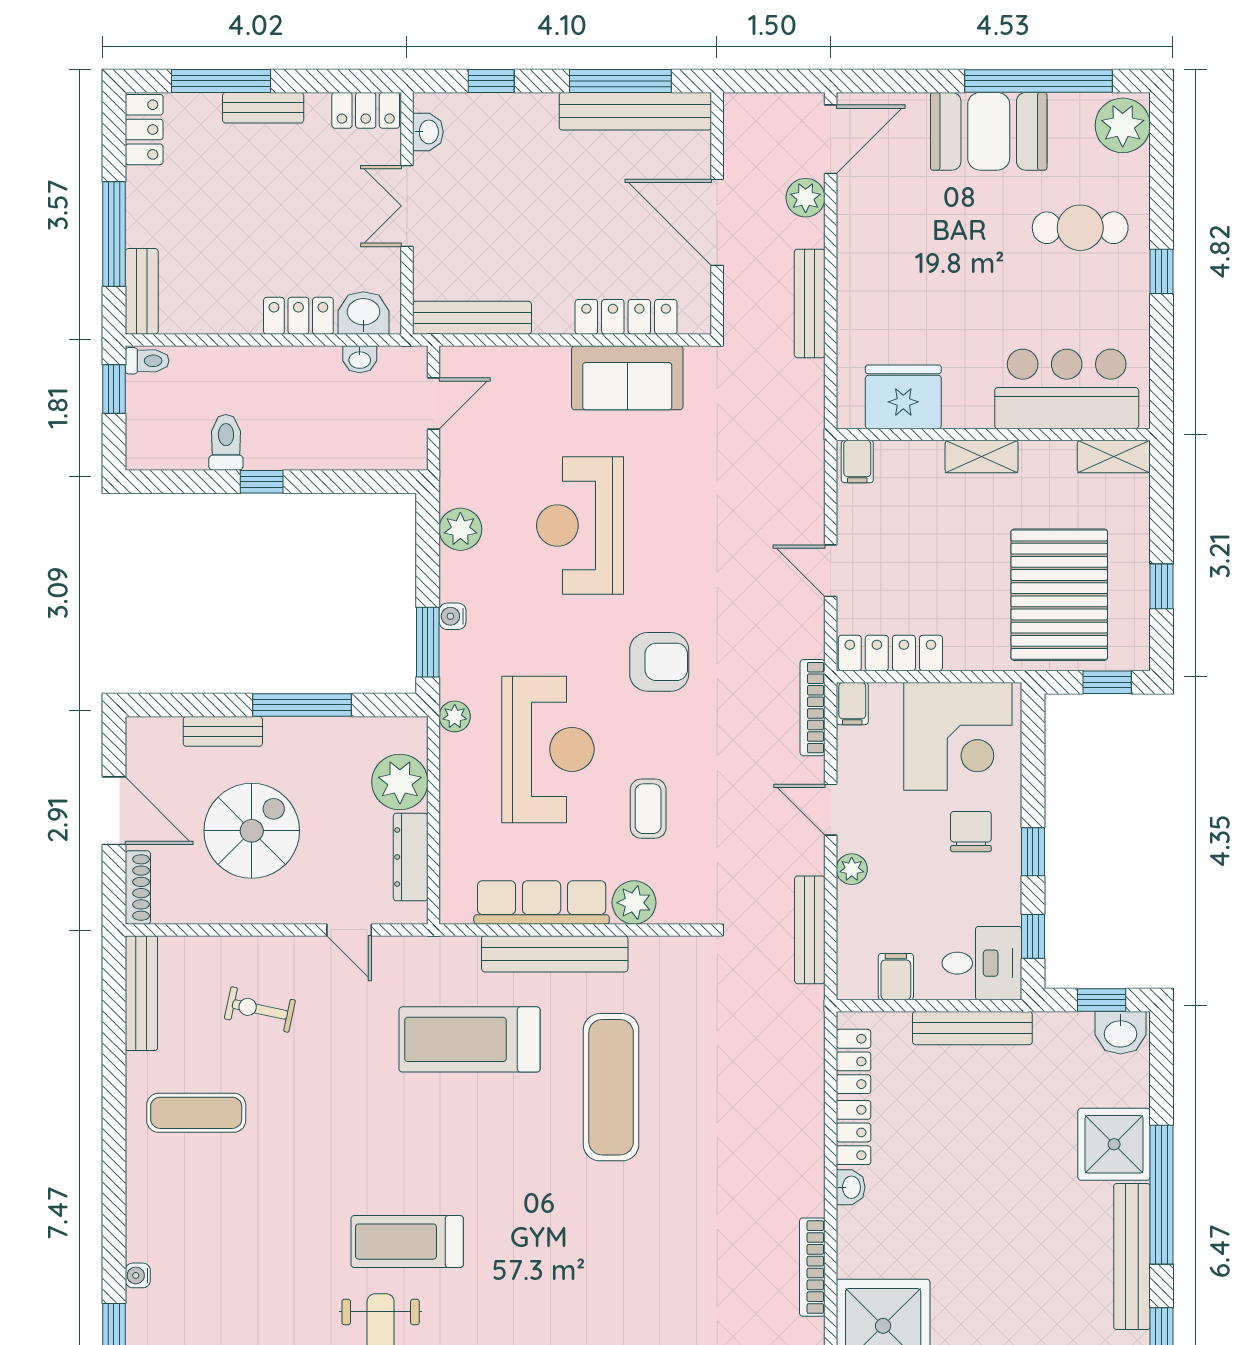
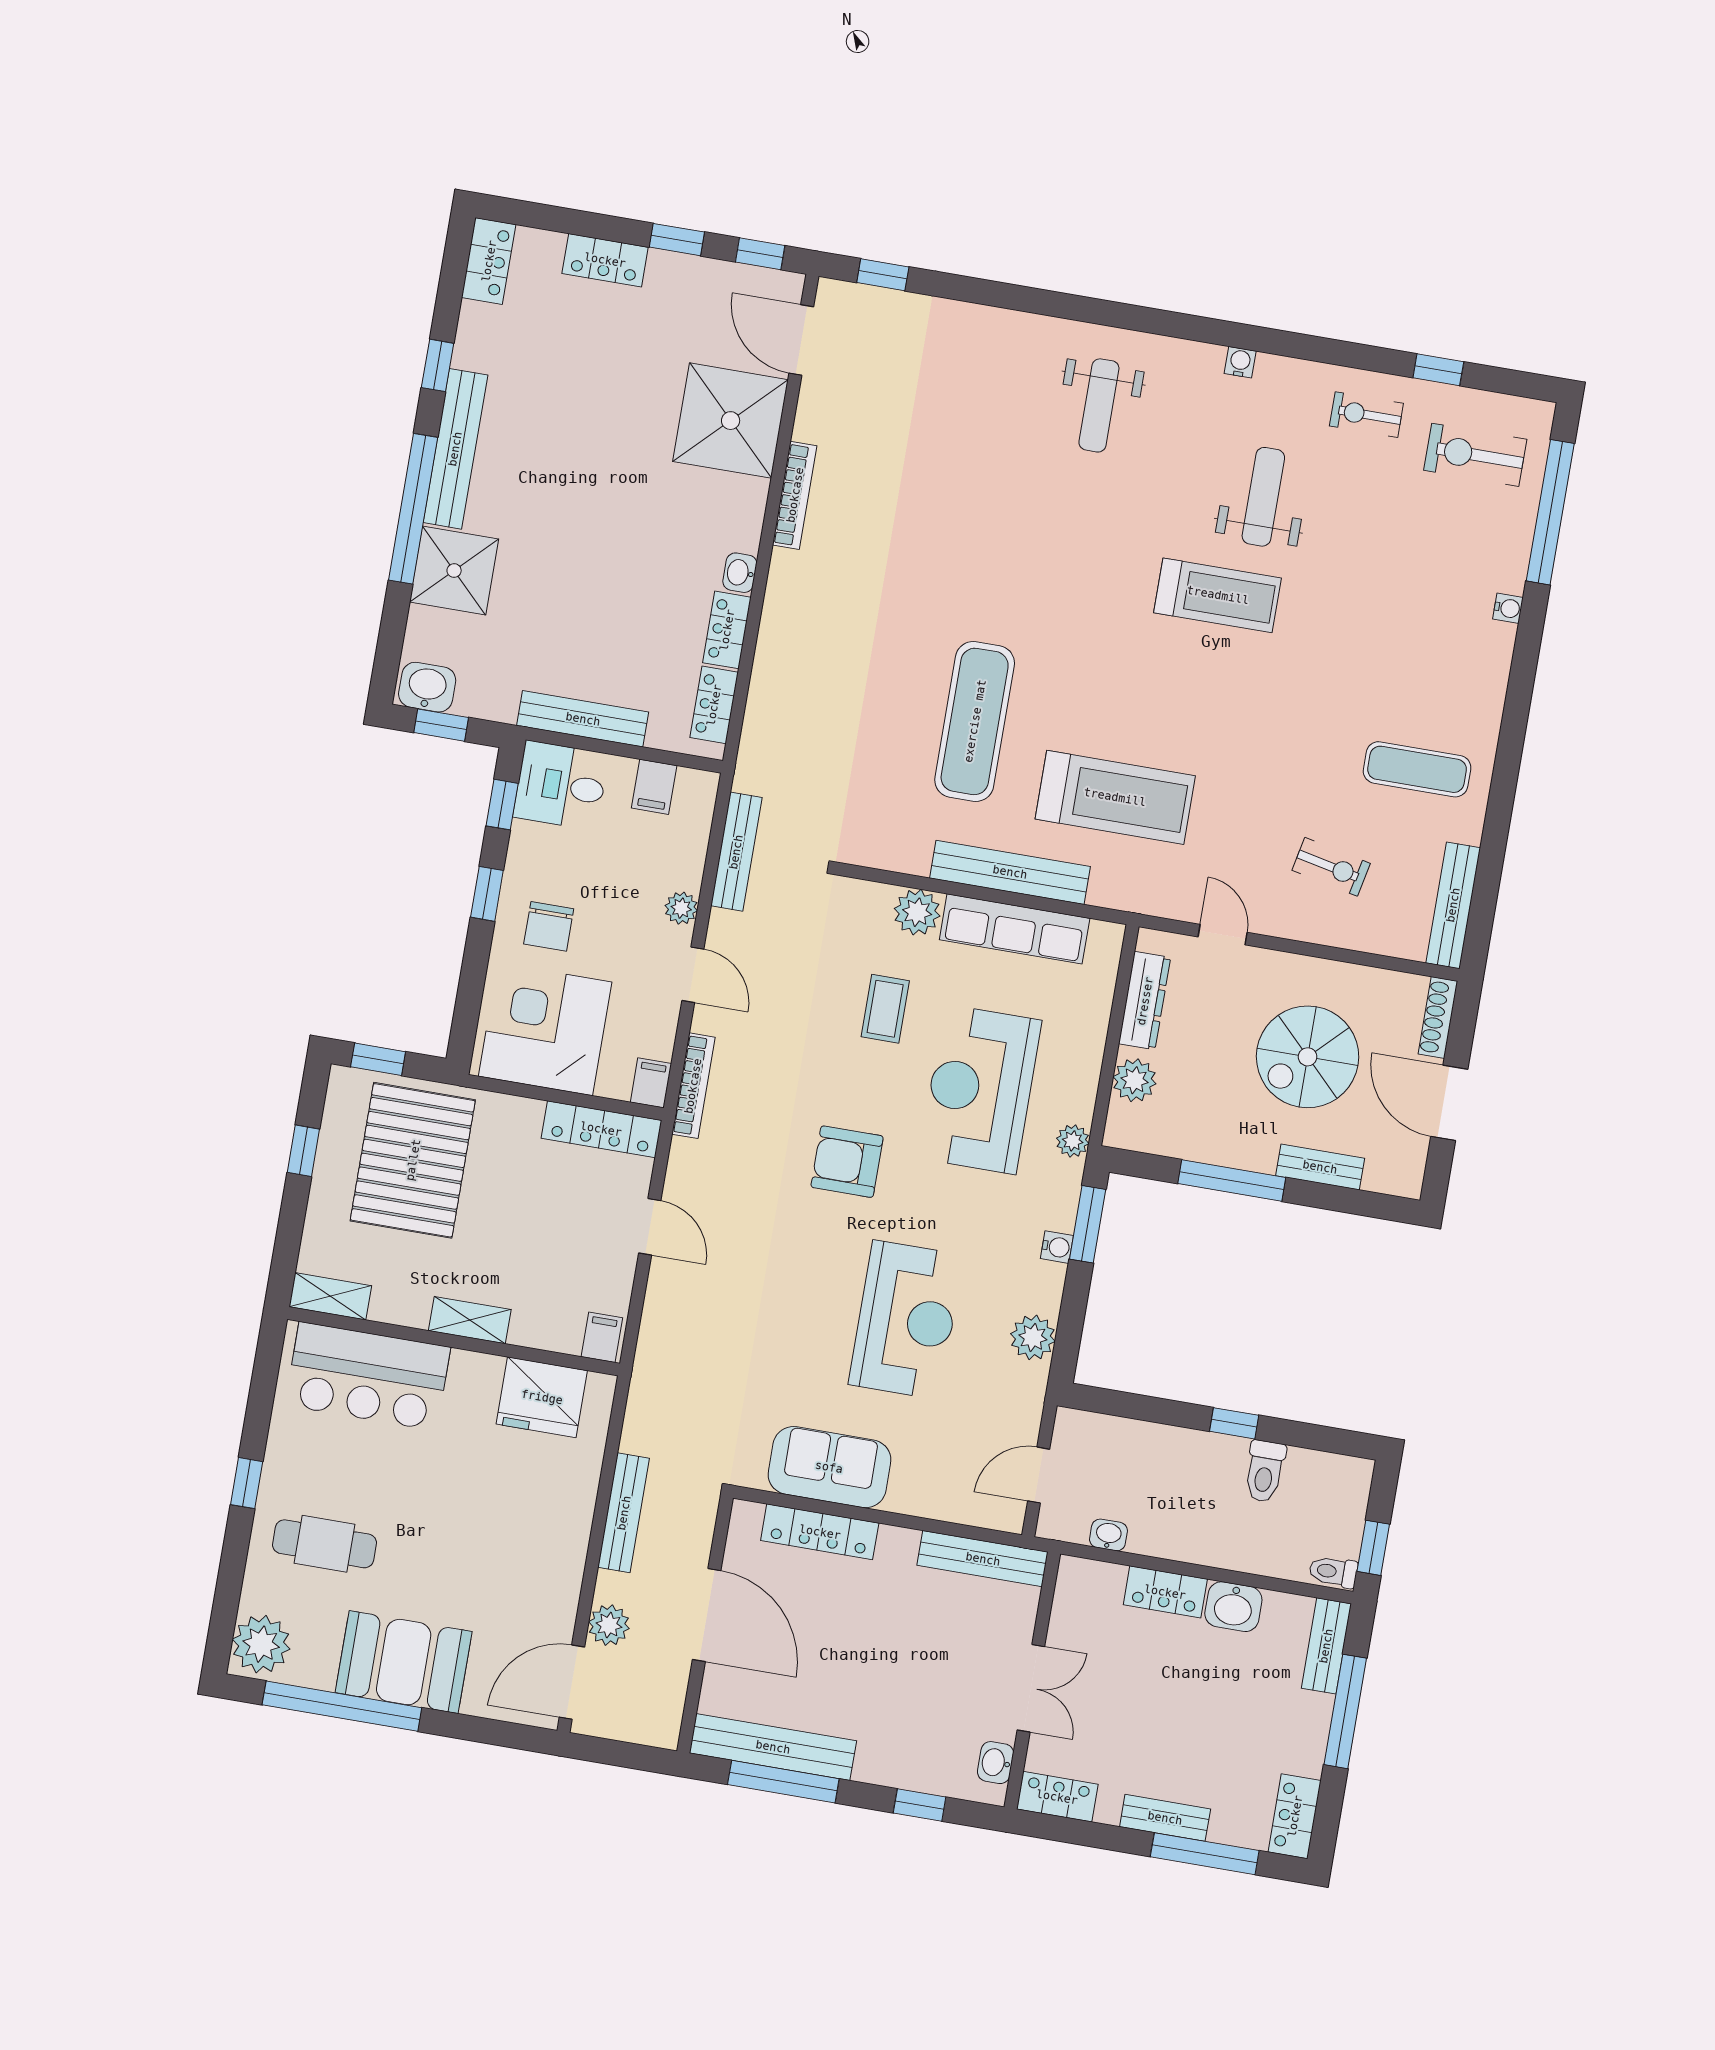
washbasin: (363, 313) -> (1233, 1607), moved
plant: (400, 782) -> (1135, 1080), width x0.73, depth x0.73

